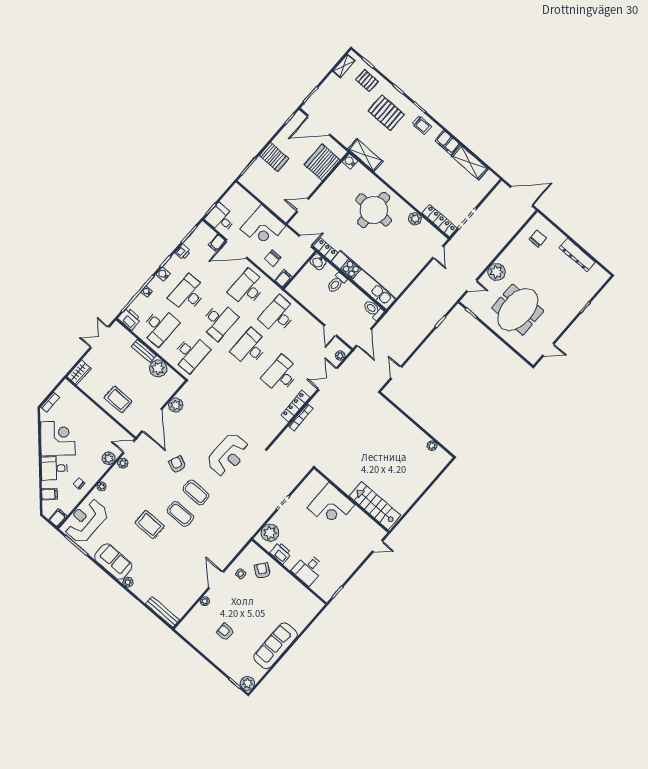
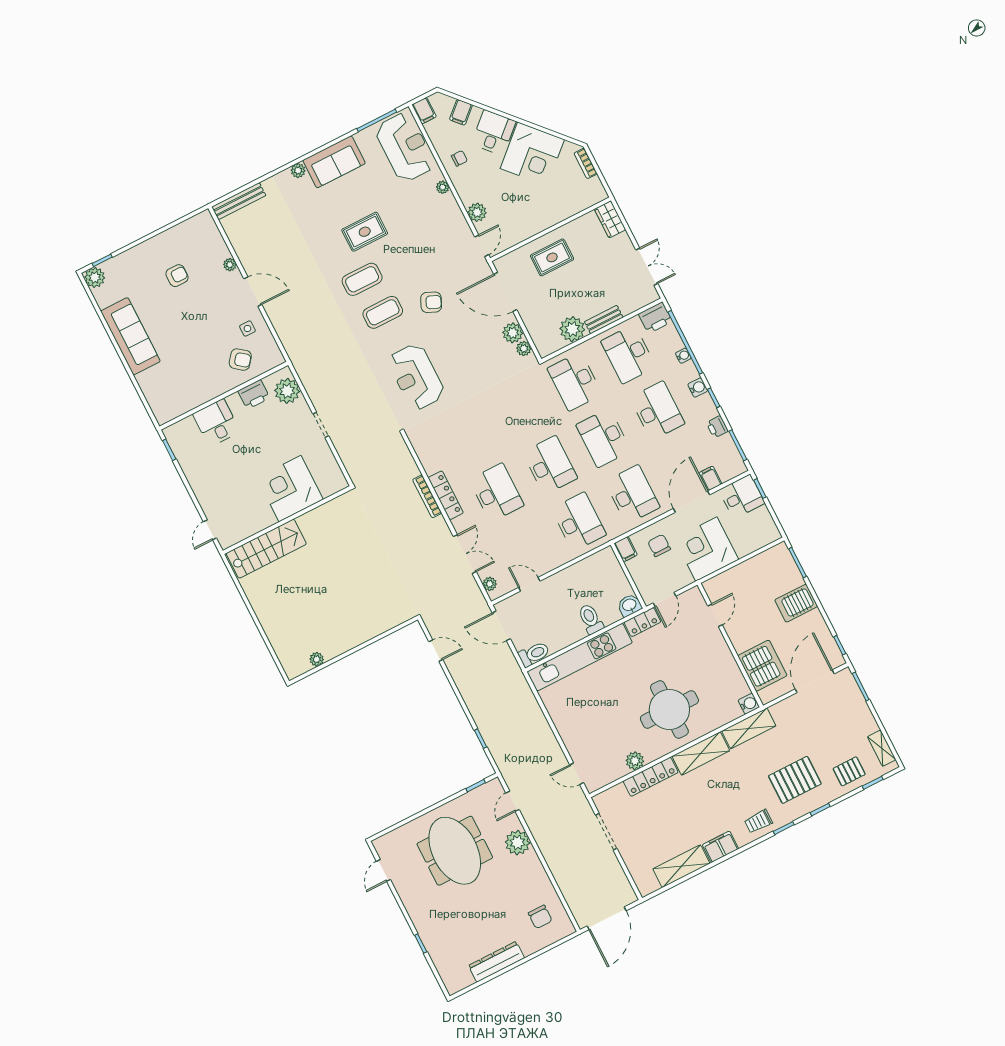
shelving: (393, 179) -> (701, 753), added
locker: (440, 221) -> (651, 777), moved
plant: (123, 463) -> (524, 349), moved

